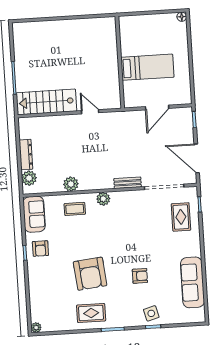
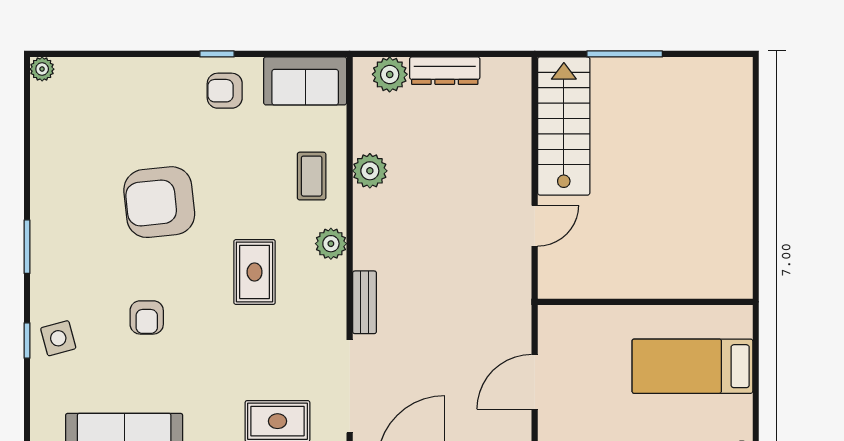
bed: (147, 67) -> (692, 366), moved, turned 90
door: (157, 108) -> (535, 382), hinge flipped
rug: (91, 313) -> (255, 272), moved

